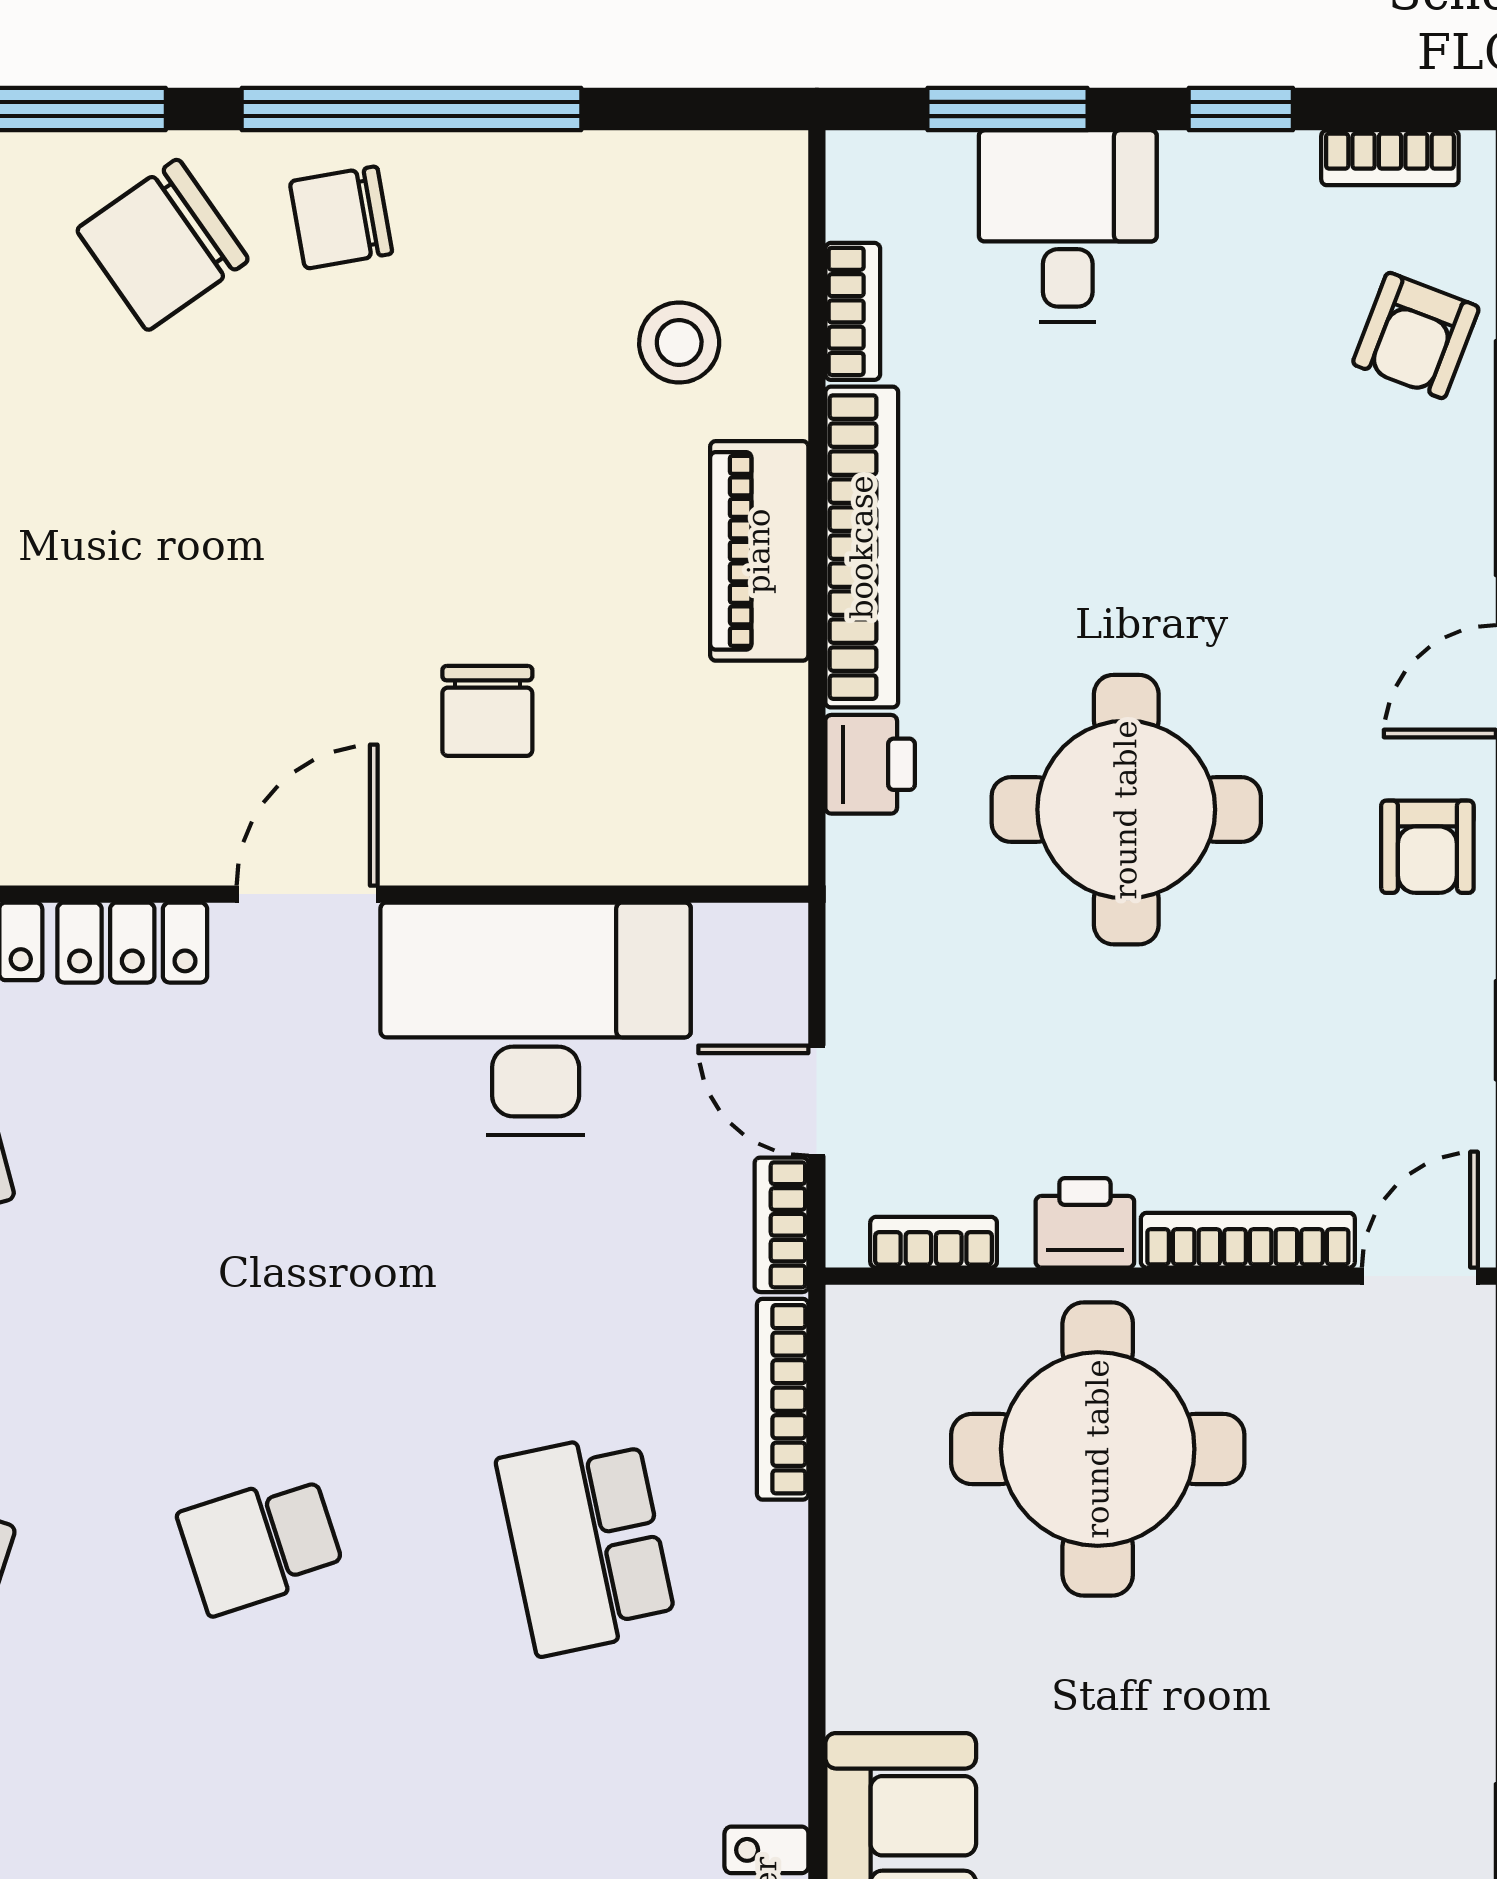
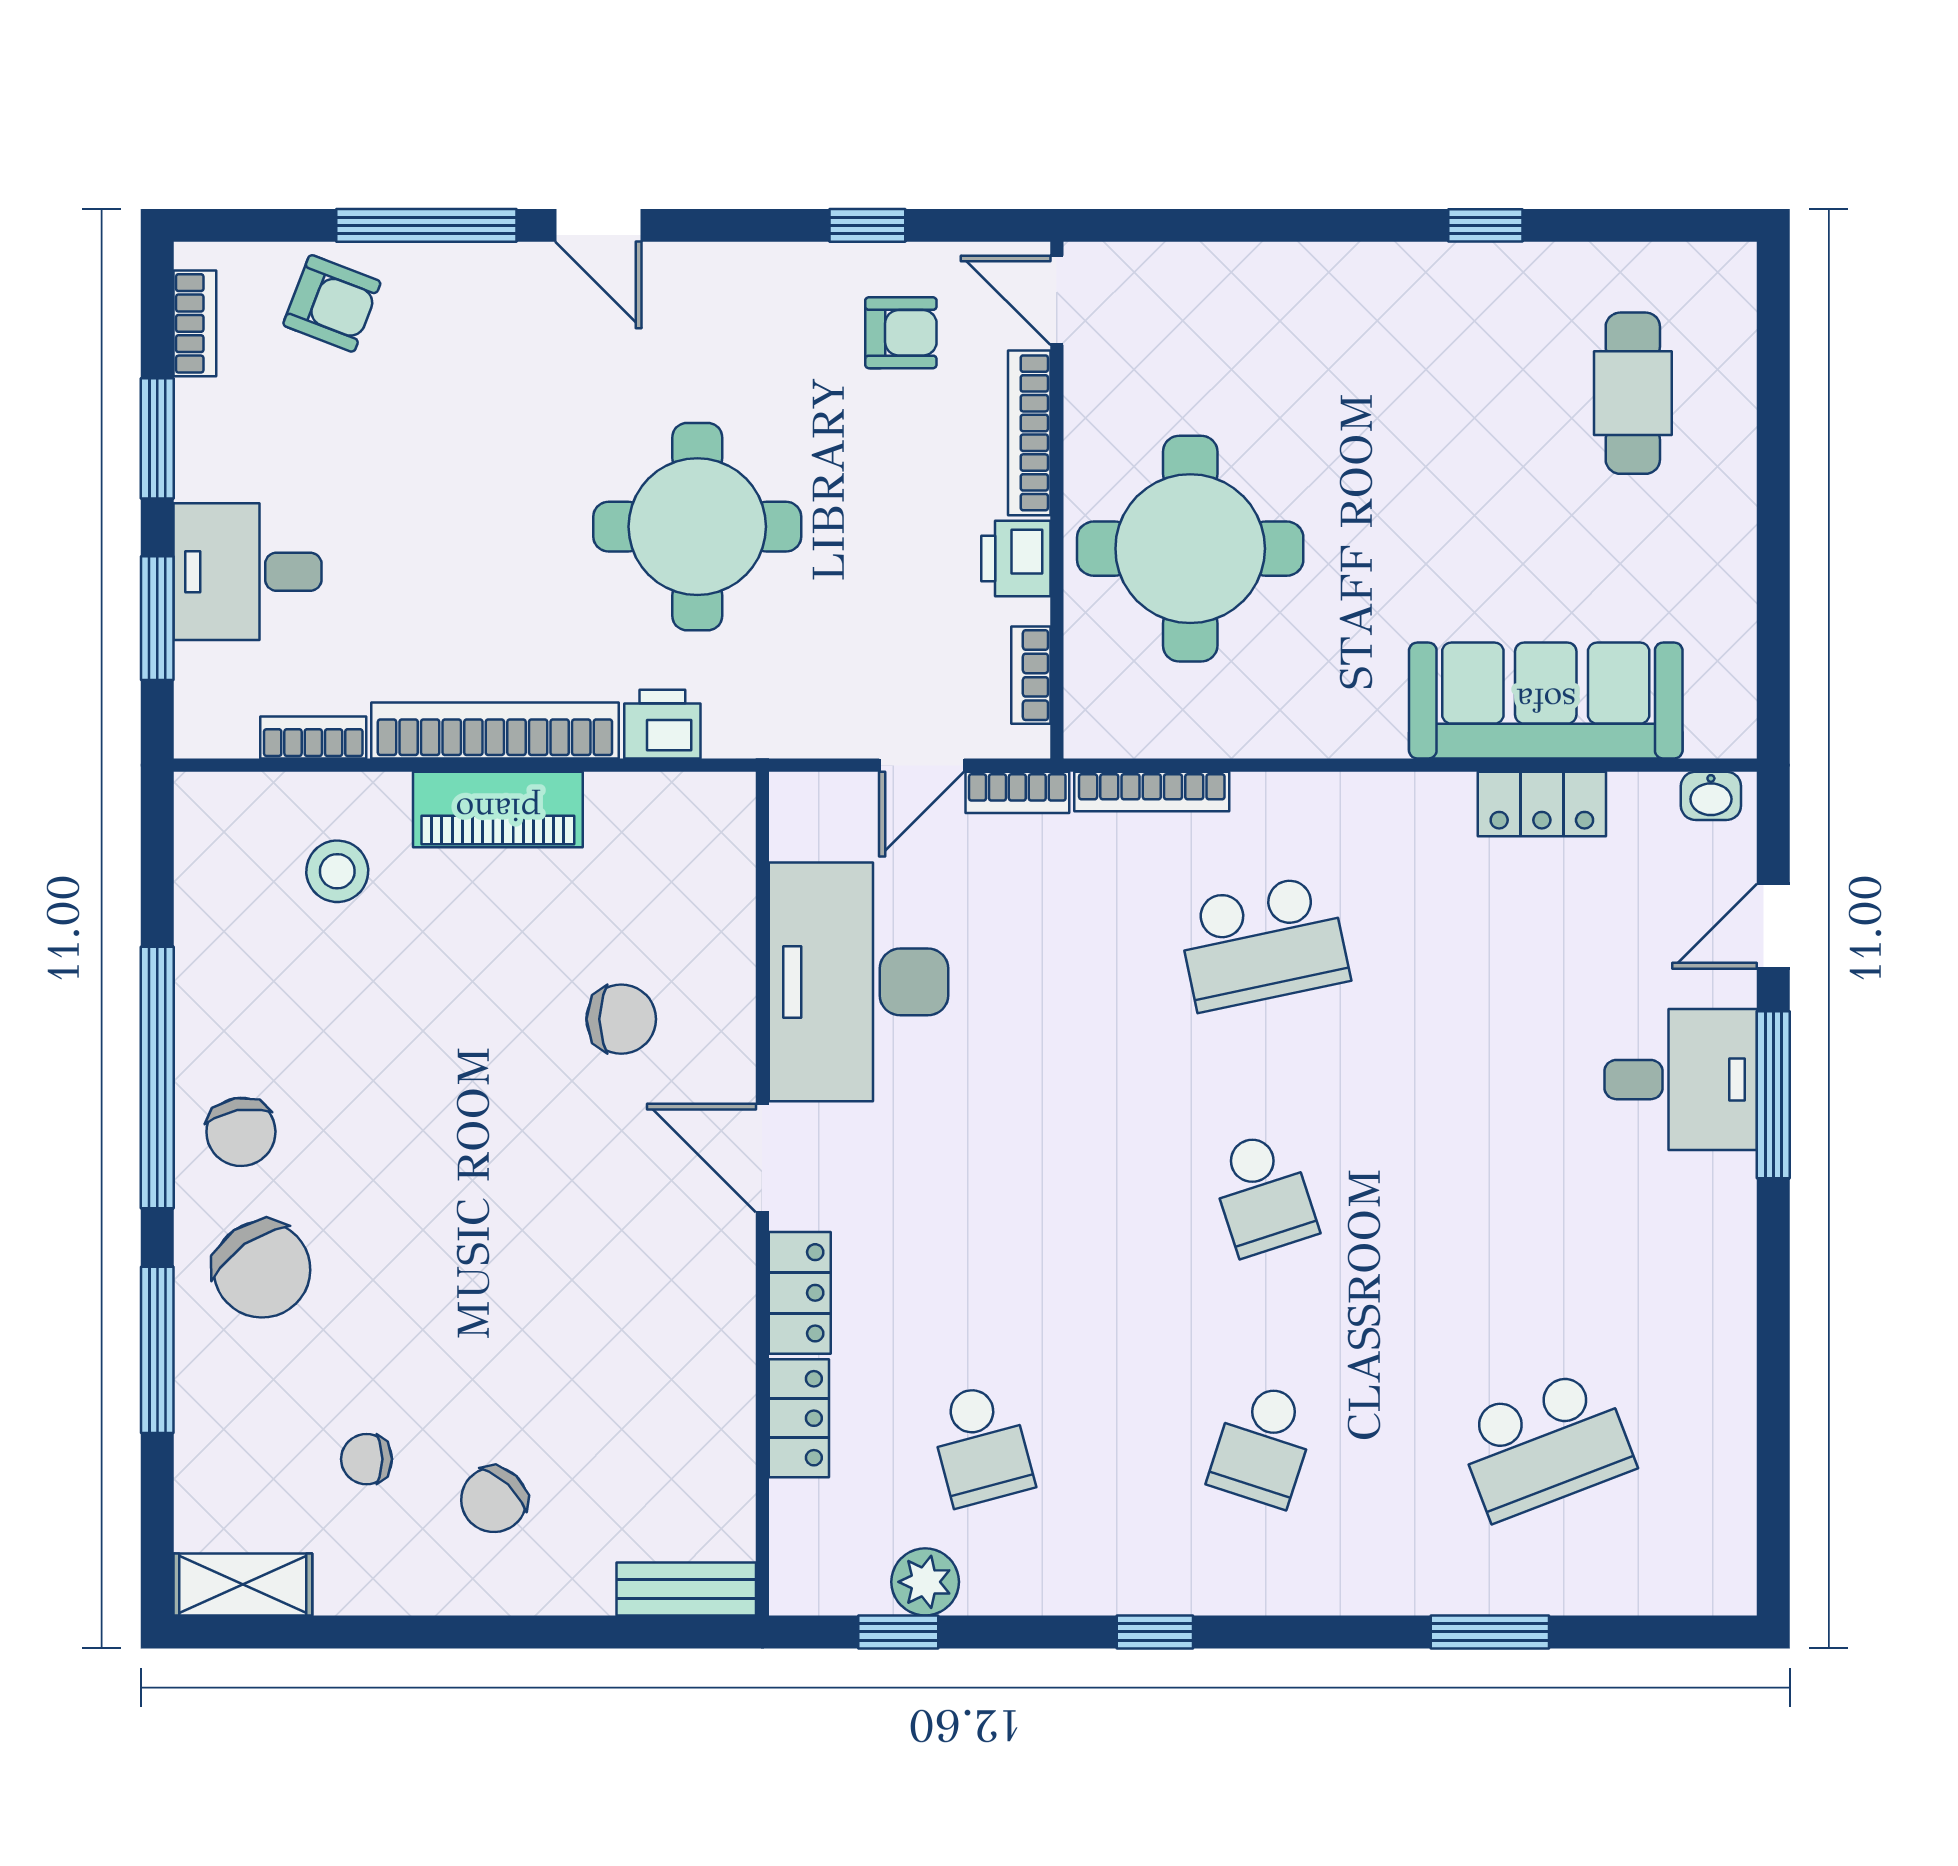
window: (1241, 109) -> (157, 438), width x1.50
armchair: (1427, 847) -> (901, 333), moved

